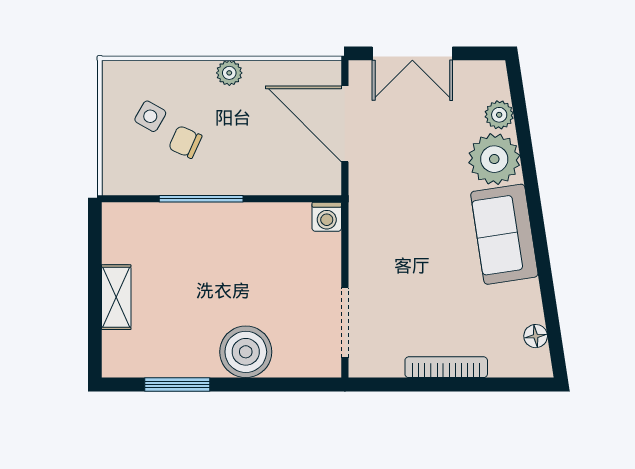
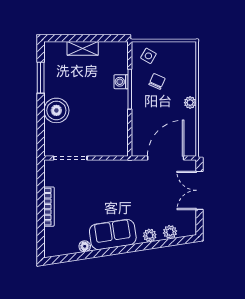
side table: (150, 116) -> (148, 56), moved
plant: (494, 159) -> (150, 235), width x0.53, depth x0.53
washing machine: (327, 217) -> (121, 82), moved
floor lamp: (536, 336) -> (85, 246), moved

